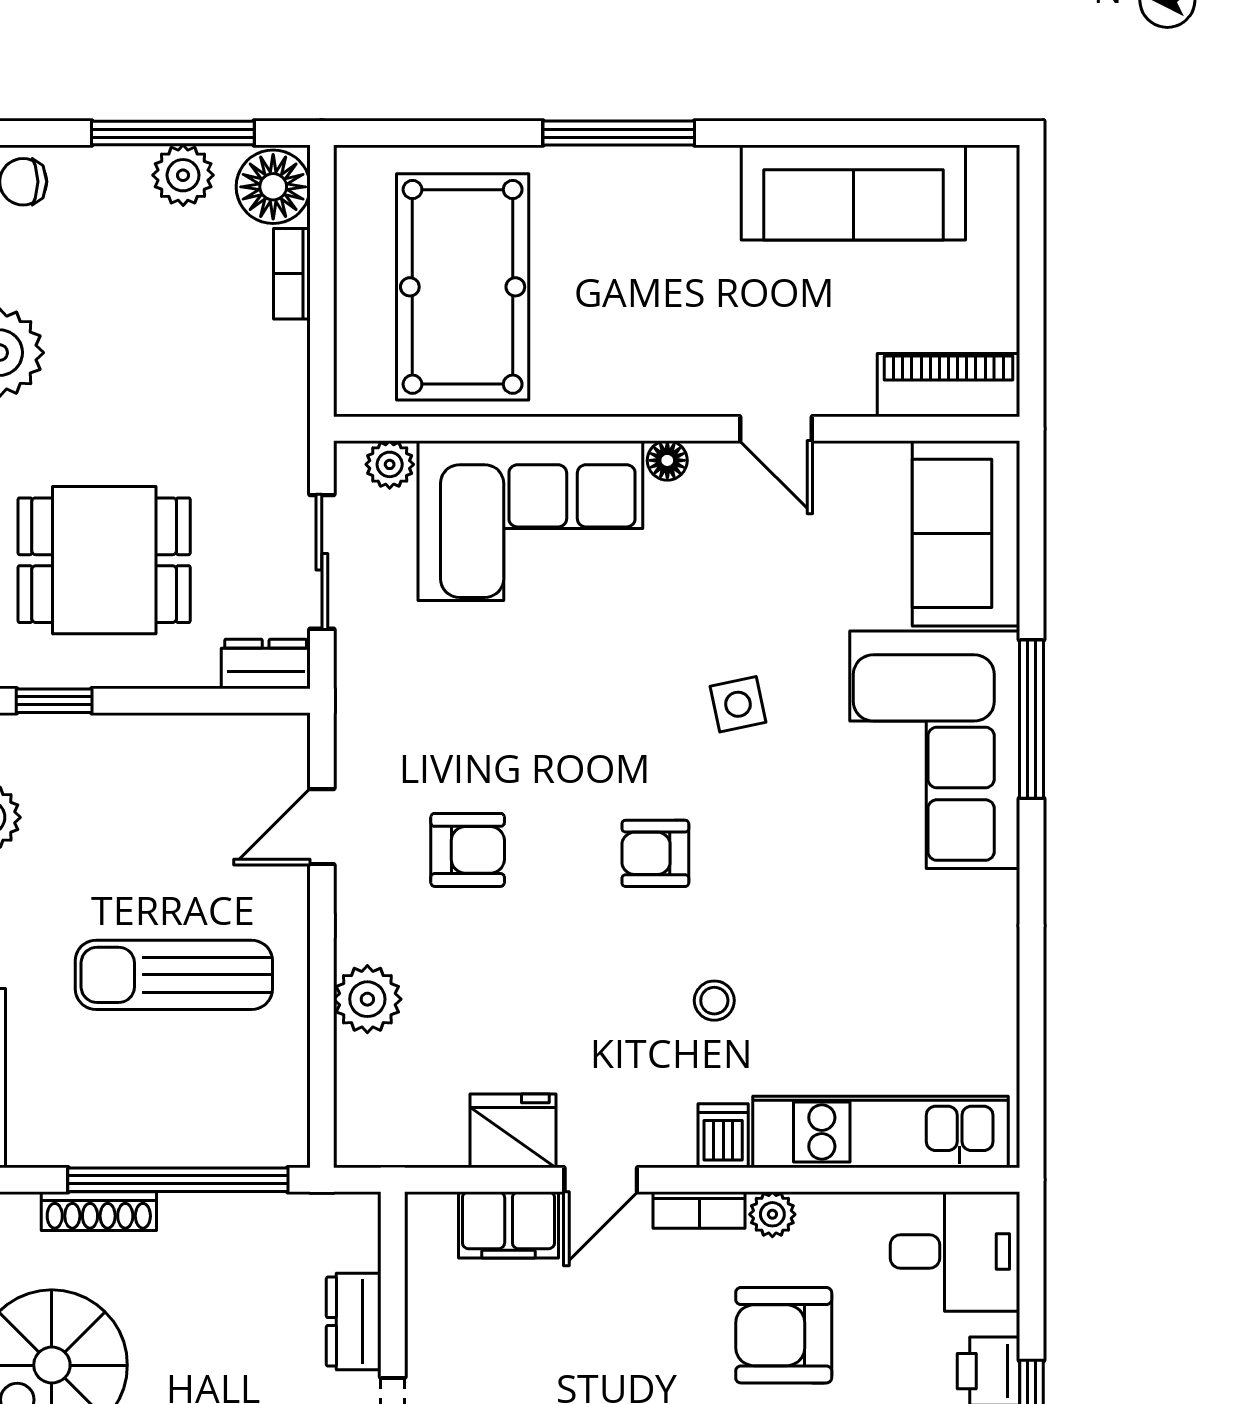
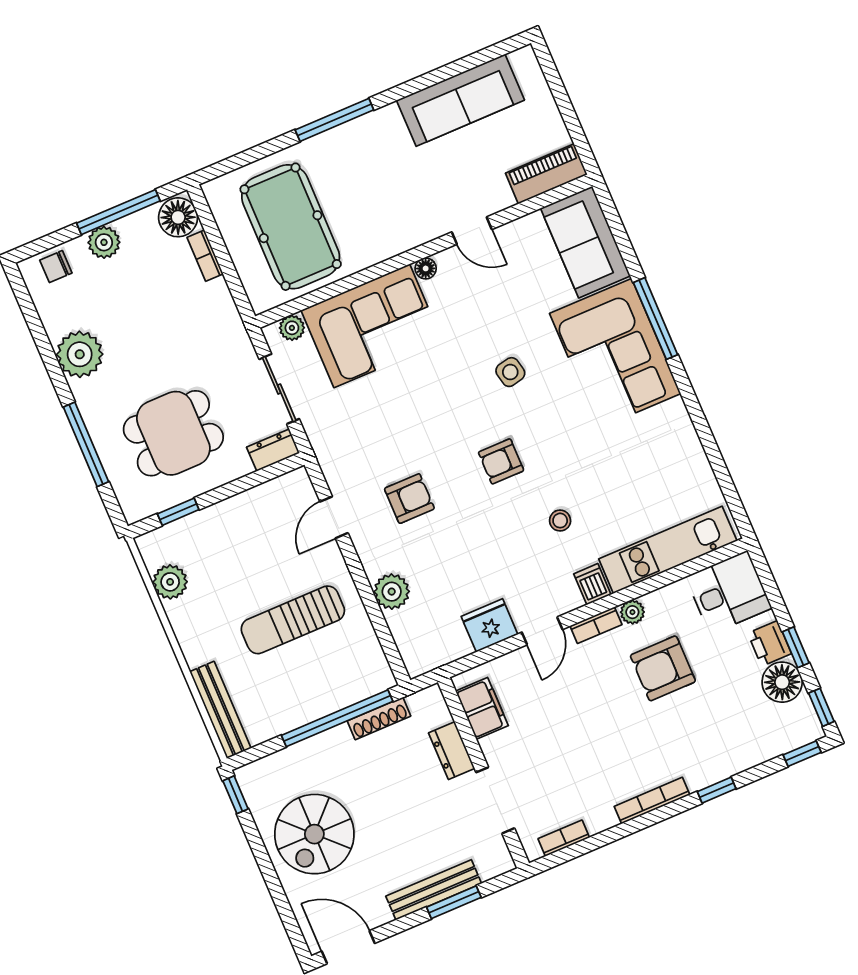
plant: (183, 175) -> (104, 242), moved
shoe rack: (99, 1211) -> (379, 718), moved
filing cabinet: (509, 1225) -> (482, 708), moved, turned -90

